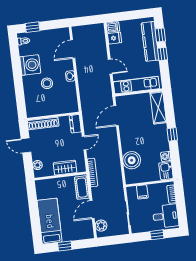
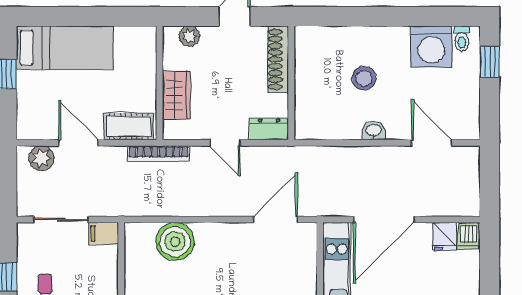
washing machine: (30, 65) -> (431, 47), moved
door: (110, 67) -> (384, 220), width x1.87
door: (116, 116) -> (276, 220), hinge flipped
filing cabinet: (142, 192) -> (103, 234), moved

